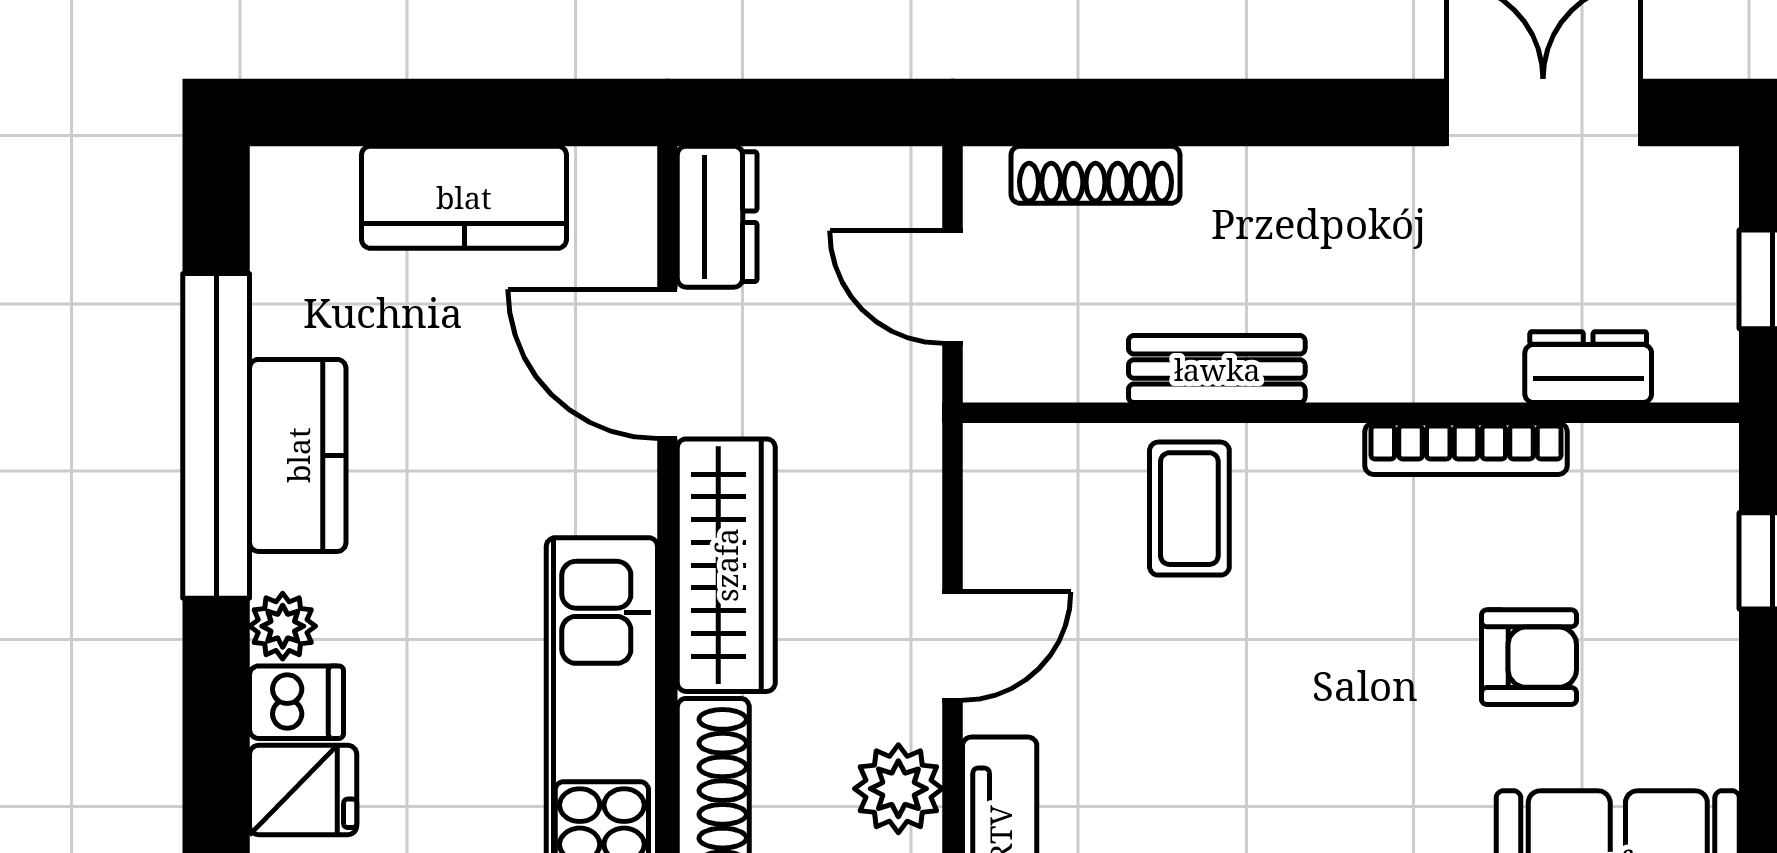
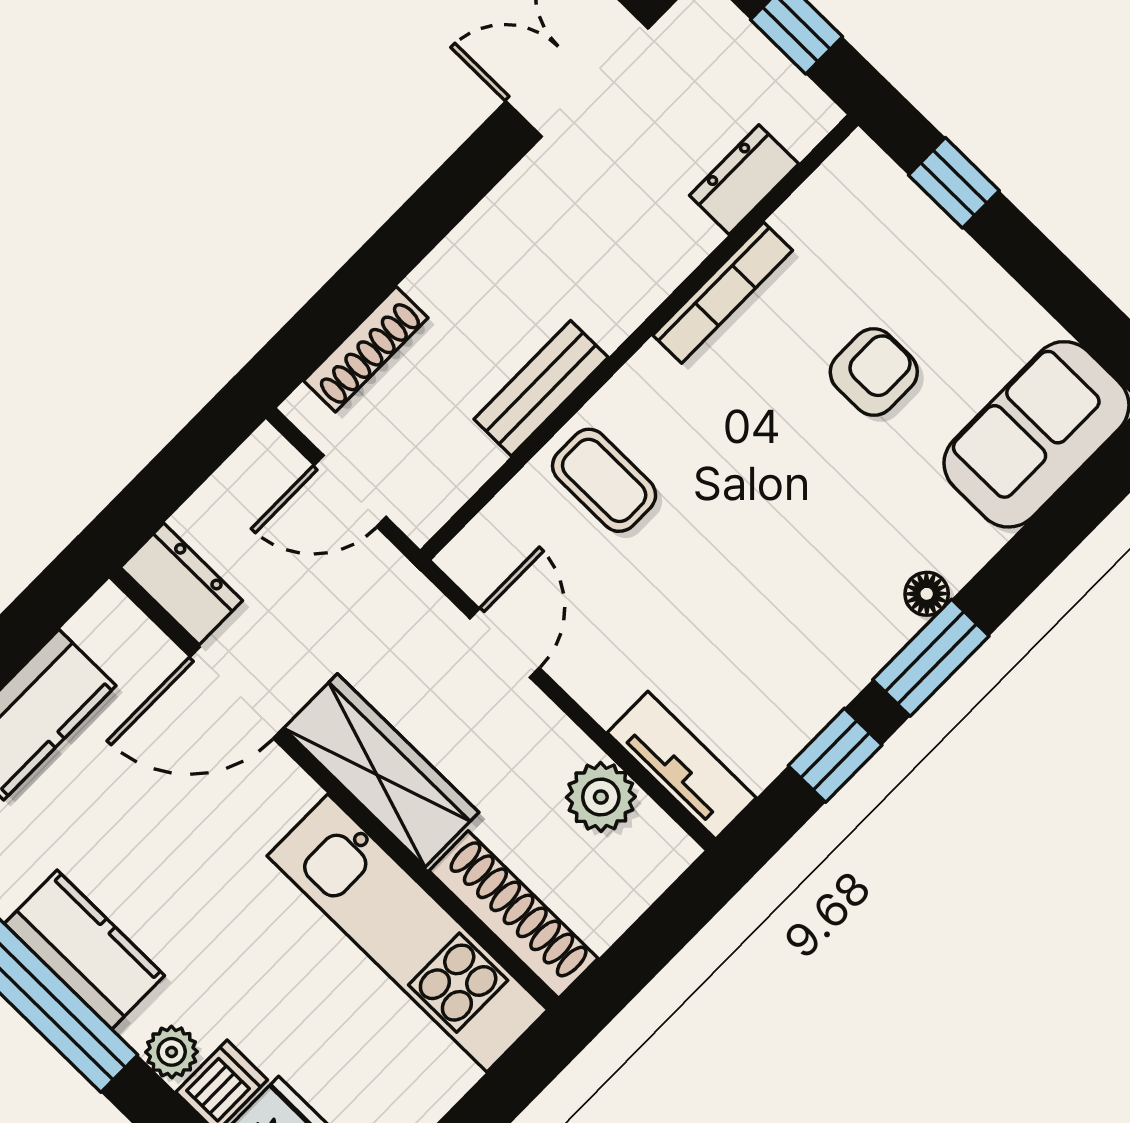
door: (953, 646) -> (505, 643), moved

